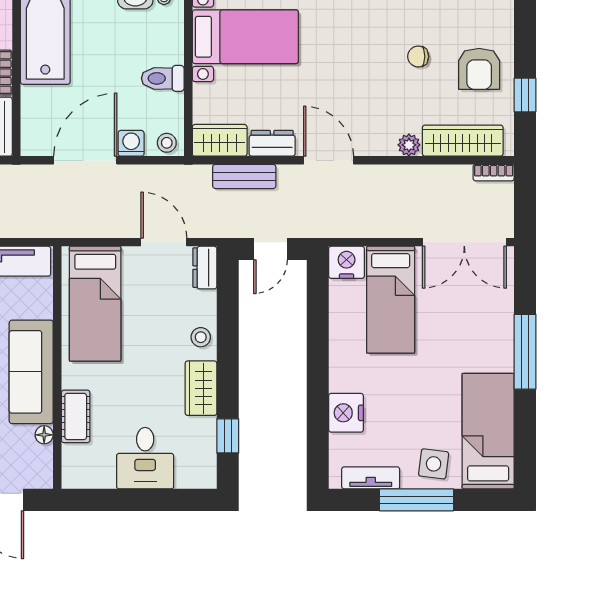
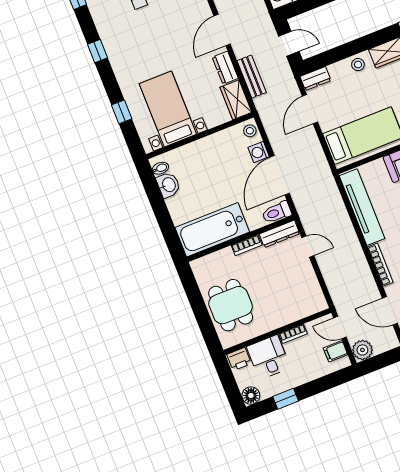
toilet: (163, 78) -> (277, 212), moved, turned 90
door: (85, 160) -> (280, 175), hinge flipped

